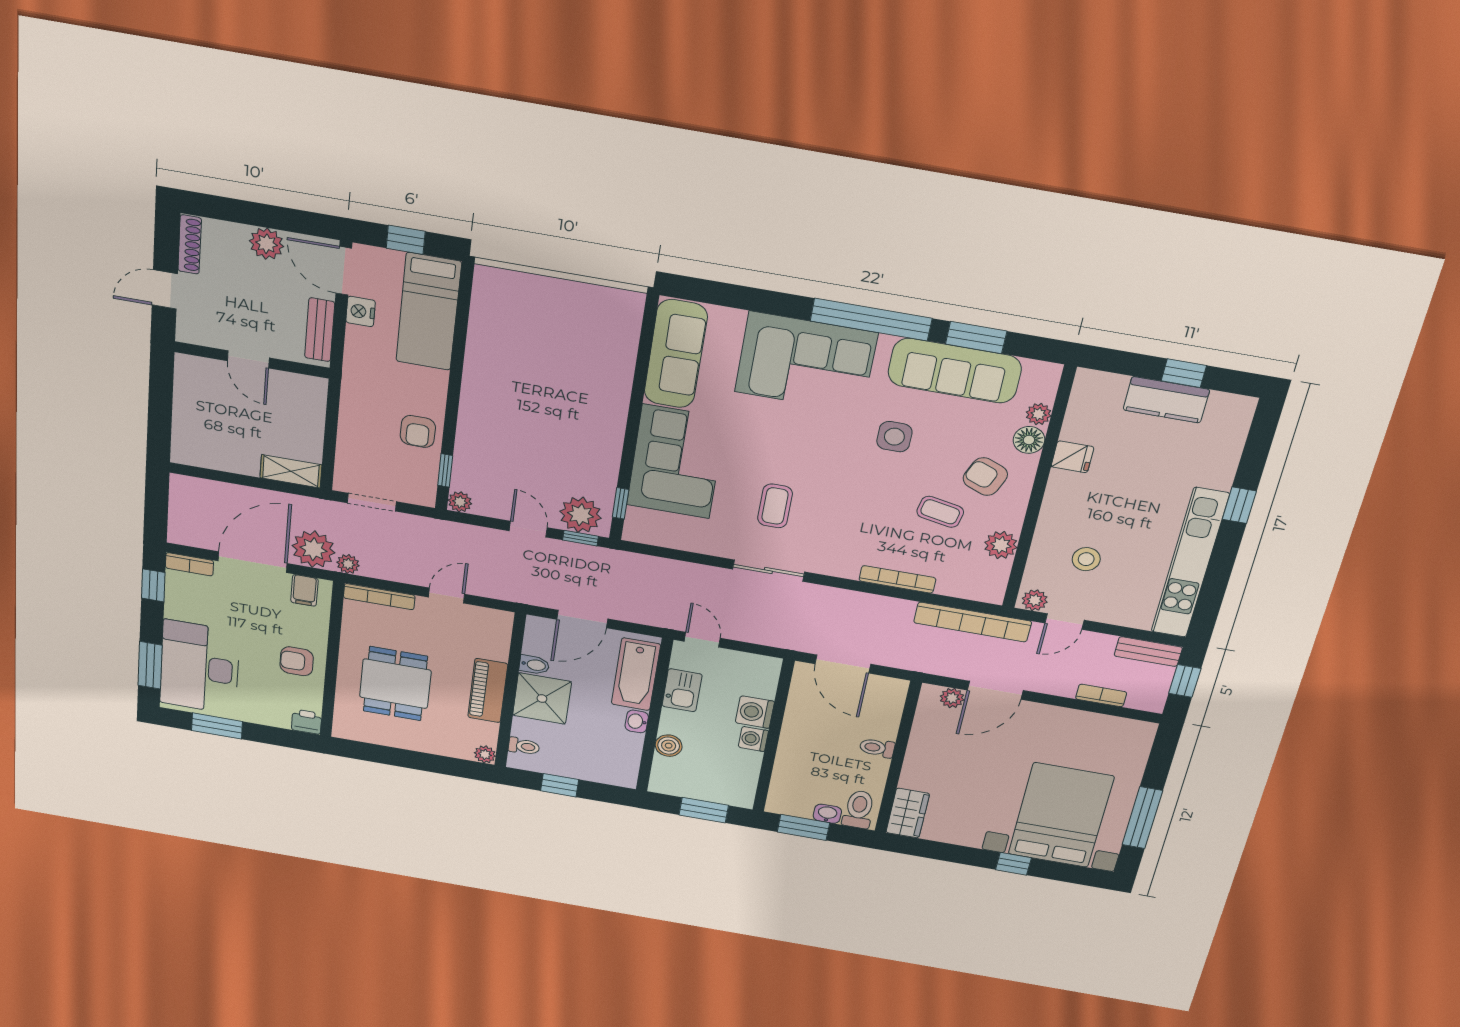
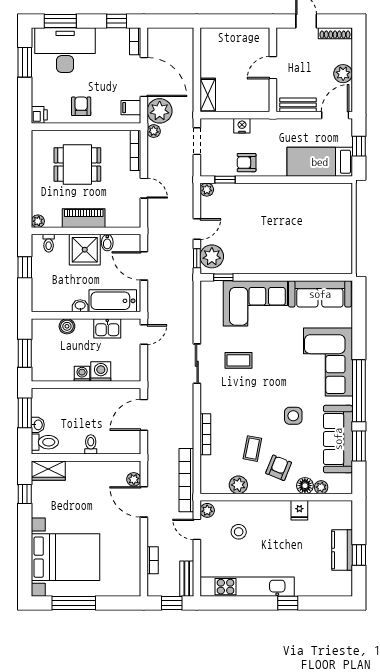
nightstand: (361, 311) -> (242, 126), moved
window: (1013, 864) -> (25, 494), moved

